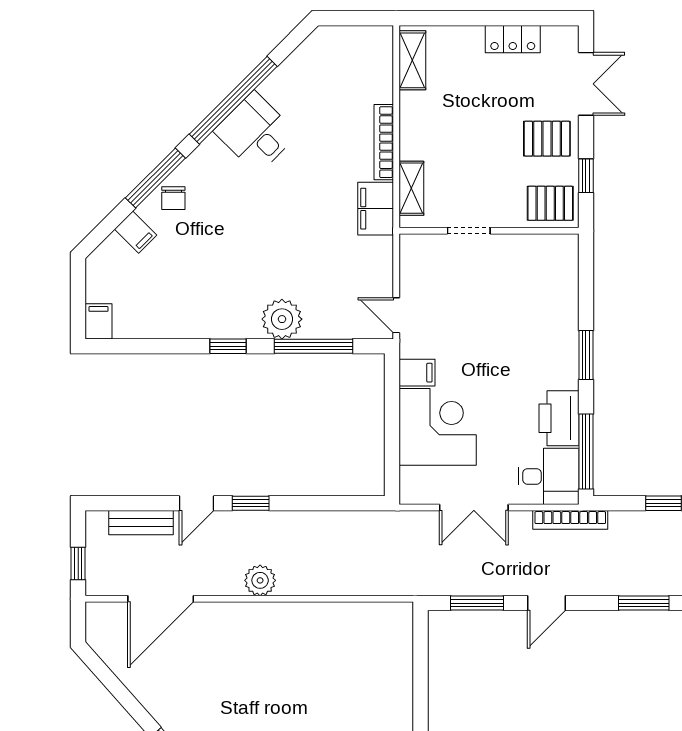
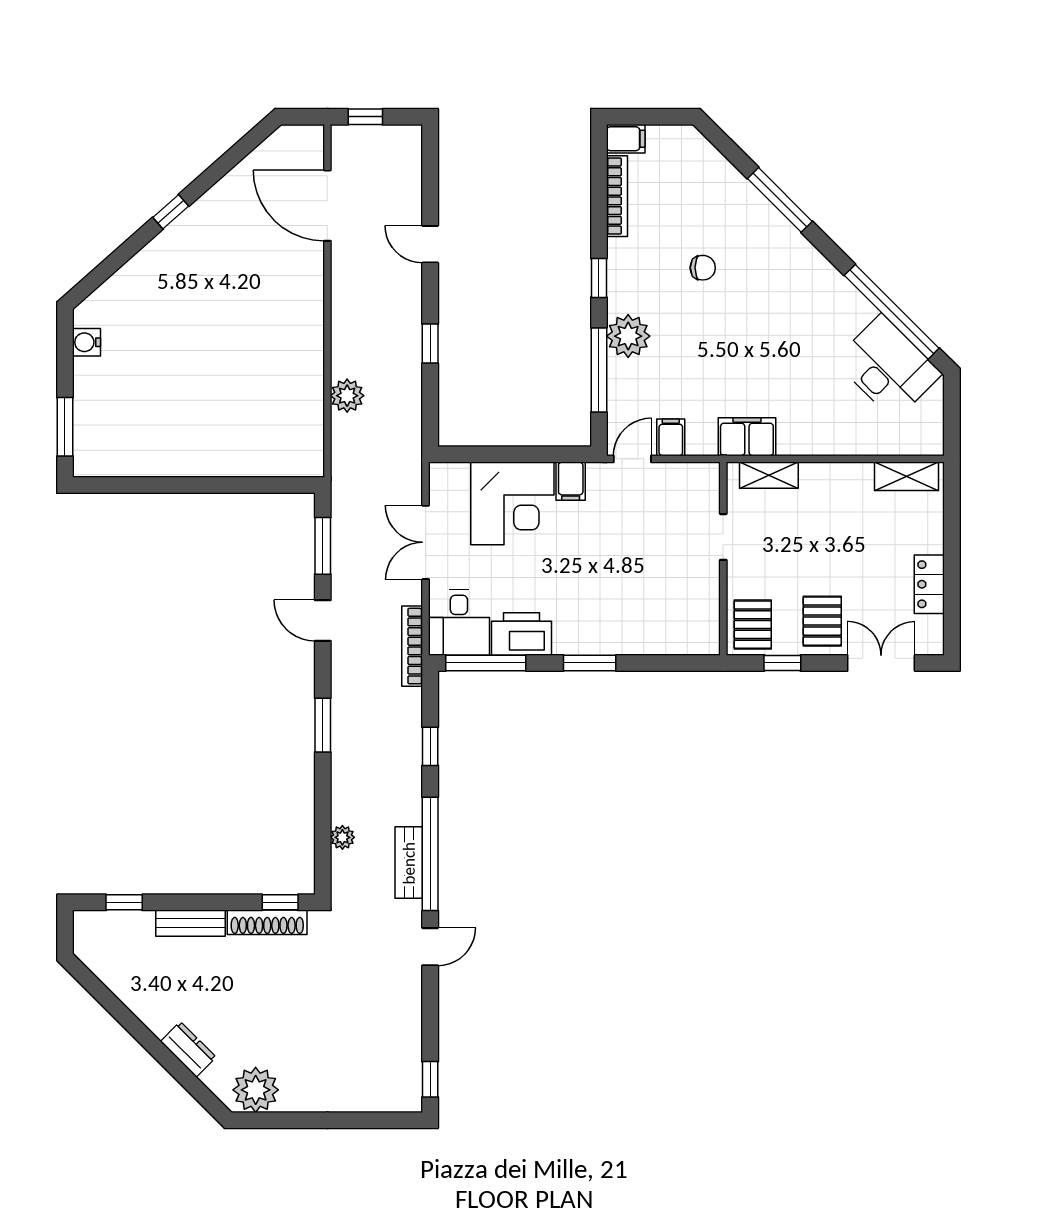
double door: (586, 84) -> (881, 663), swing flipped
window: (233, 100) -> (892, 312), moved
desk: (256, 133) -> (888, 367), moved, width x1.37
bookcase: (384, 142) -> (617, 196), moved, turned 90
chair: (173, 198) -> (703, 268), moved, turned 180
filing cabinet: (136, 232) -> (671, 437), moved, turned 135
window: (251, 503) -> (430, 344), moved
bench: (141, 523) -> (409, 184), removed
plant: (260, 580) -> (347, 396), moved

